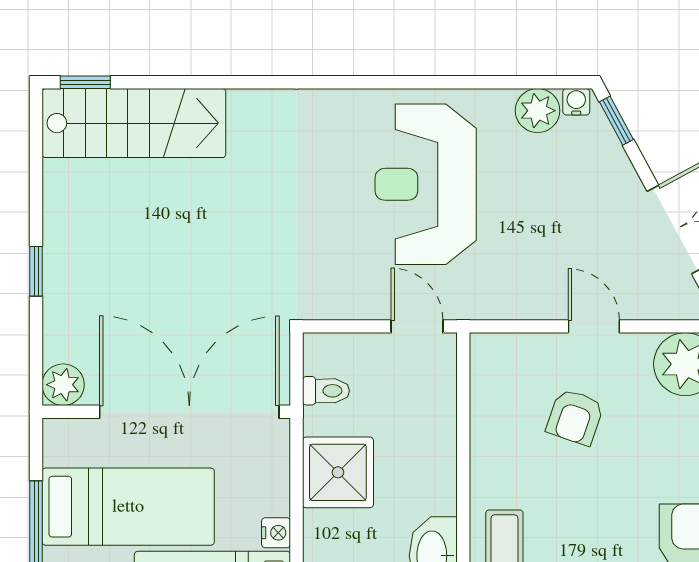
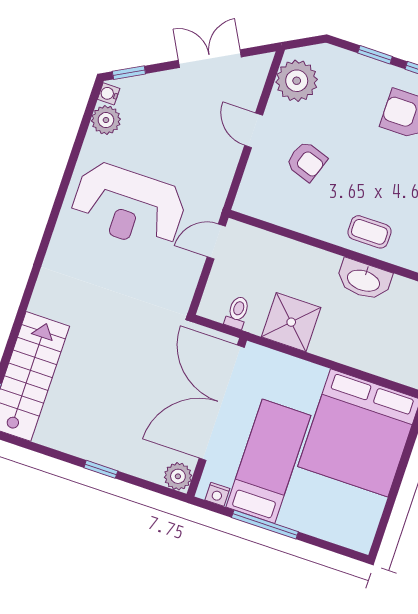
door: (594, 326) -> (254, 130), hinge flipped
nightstand: (276, 533) -> (217, 494), moved, turned 180

